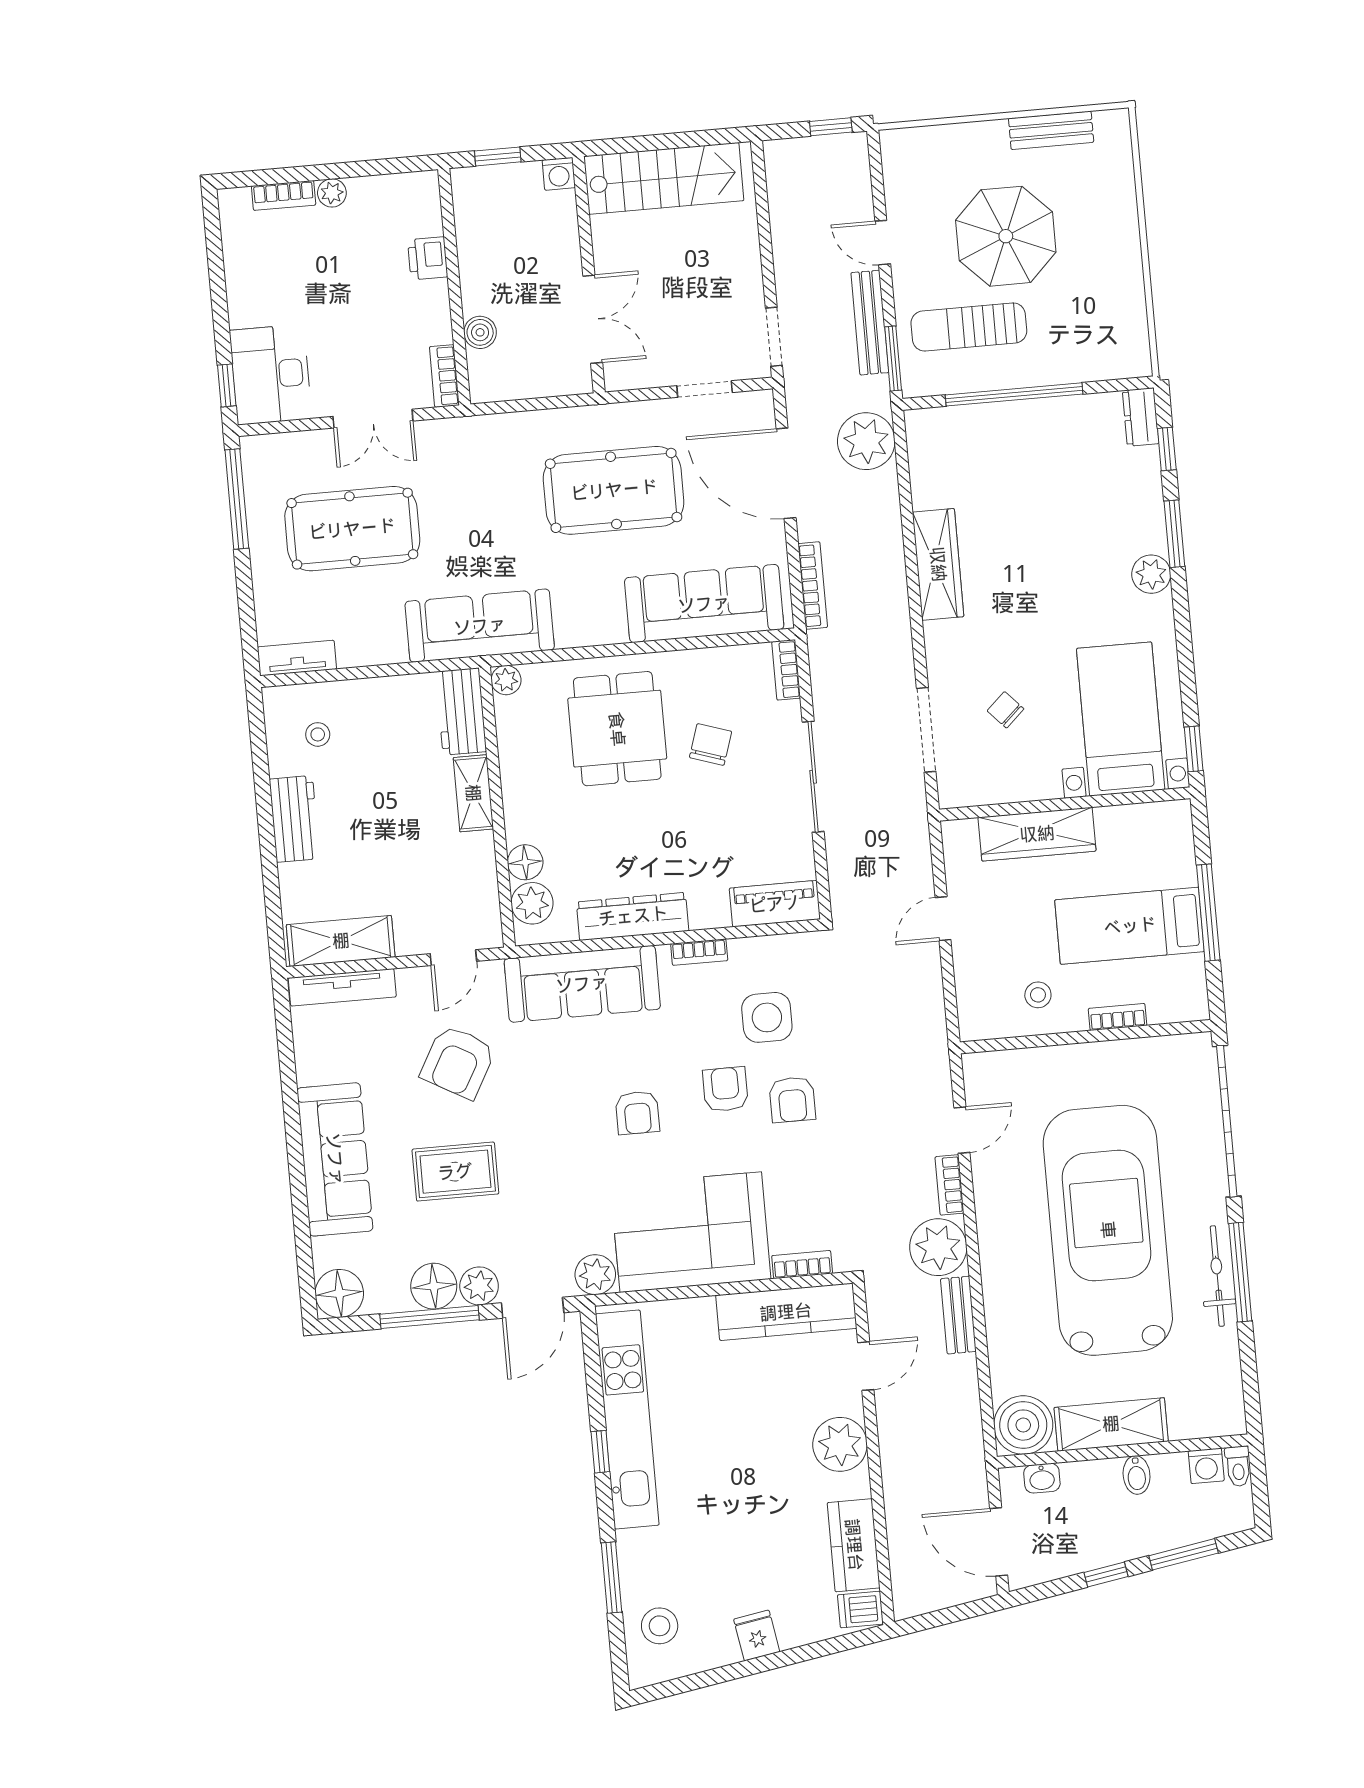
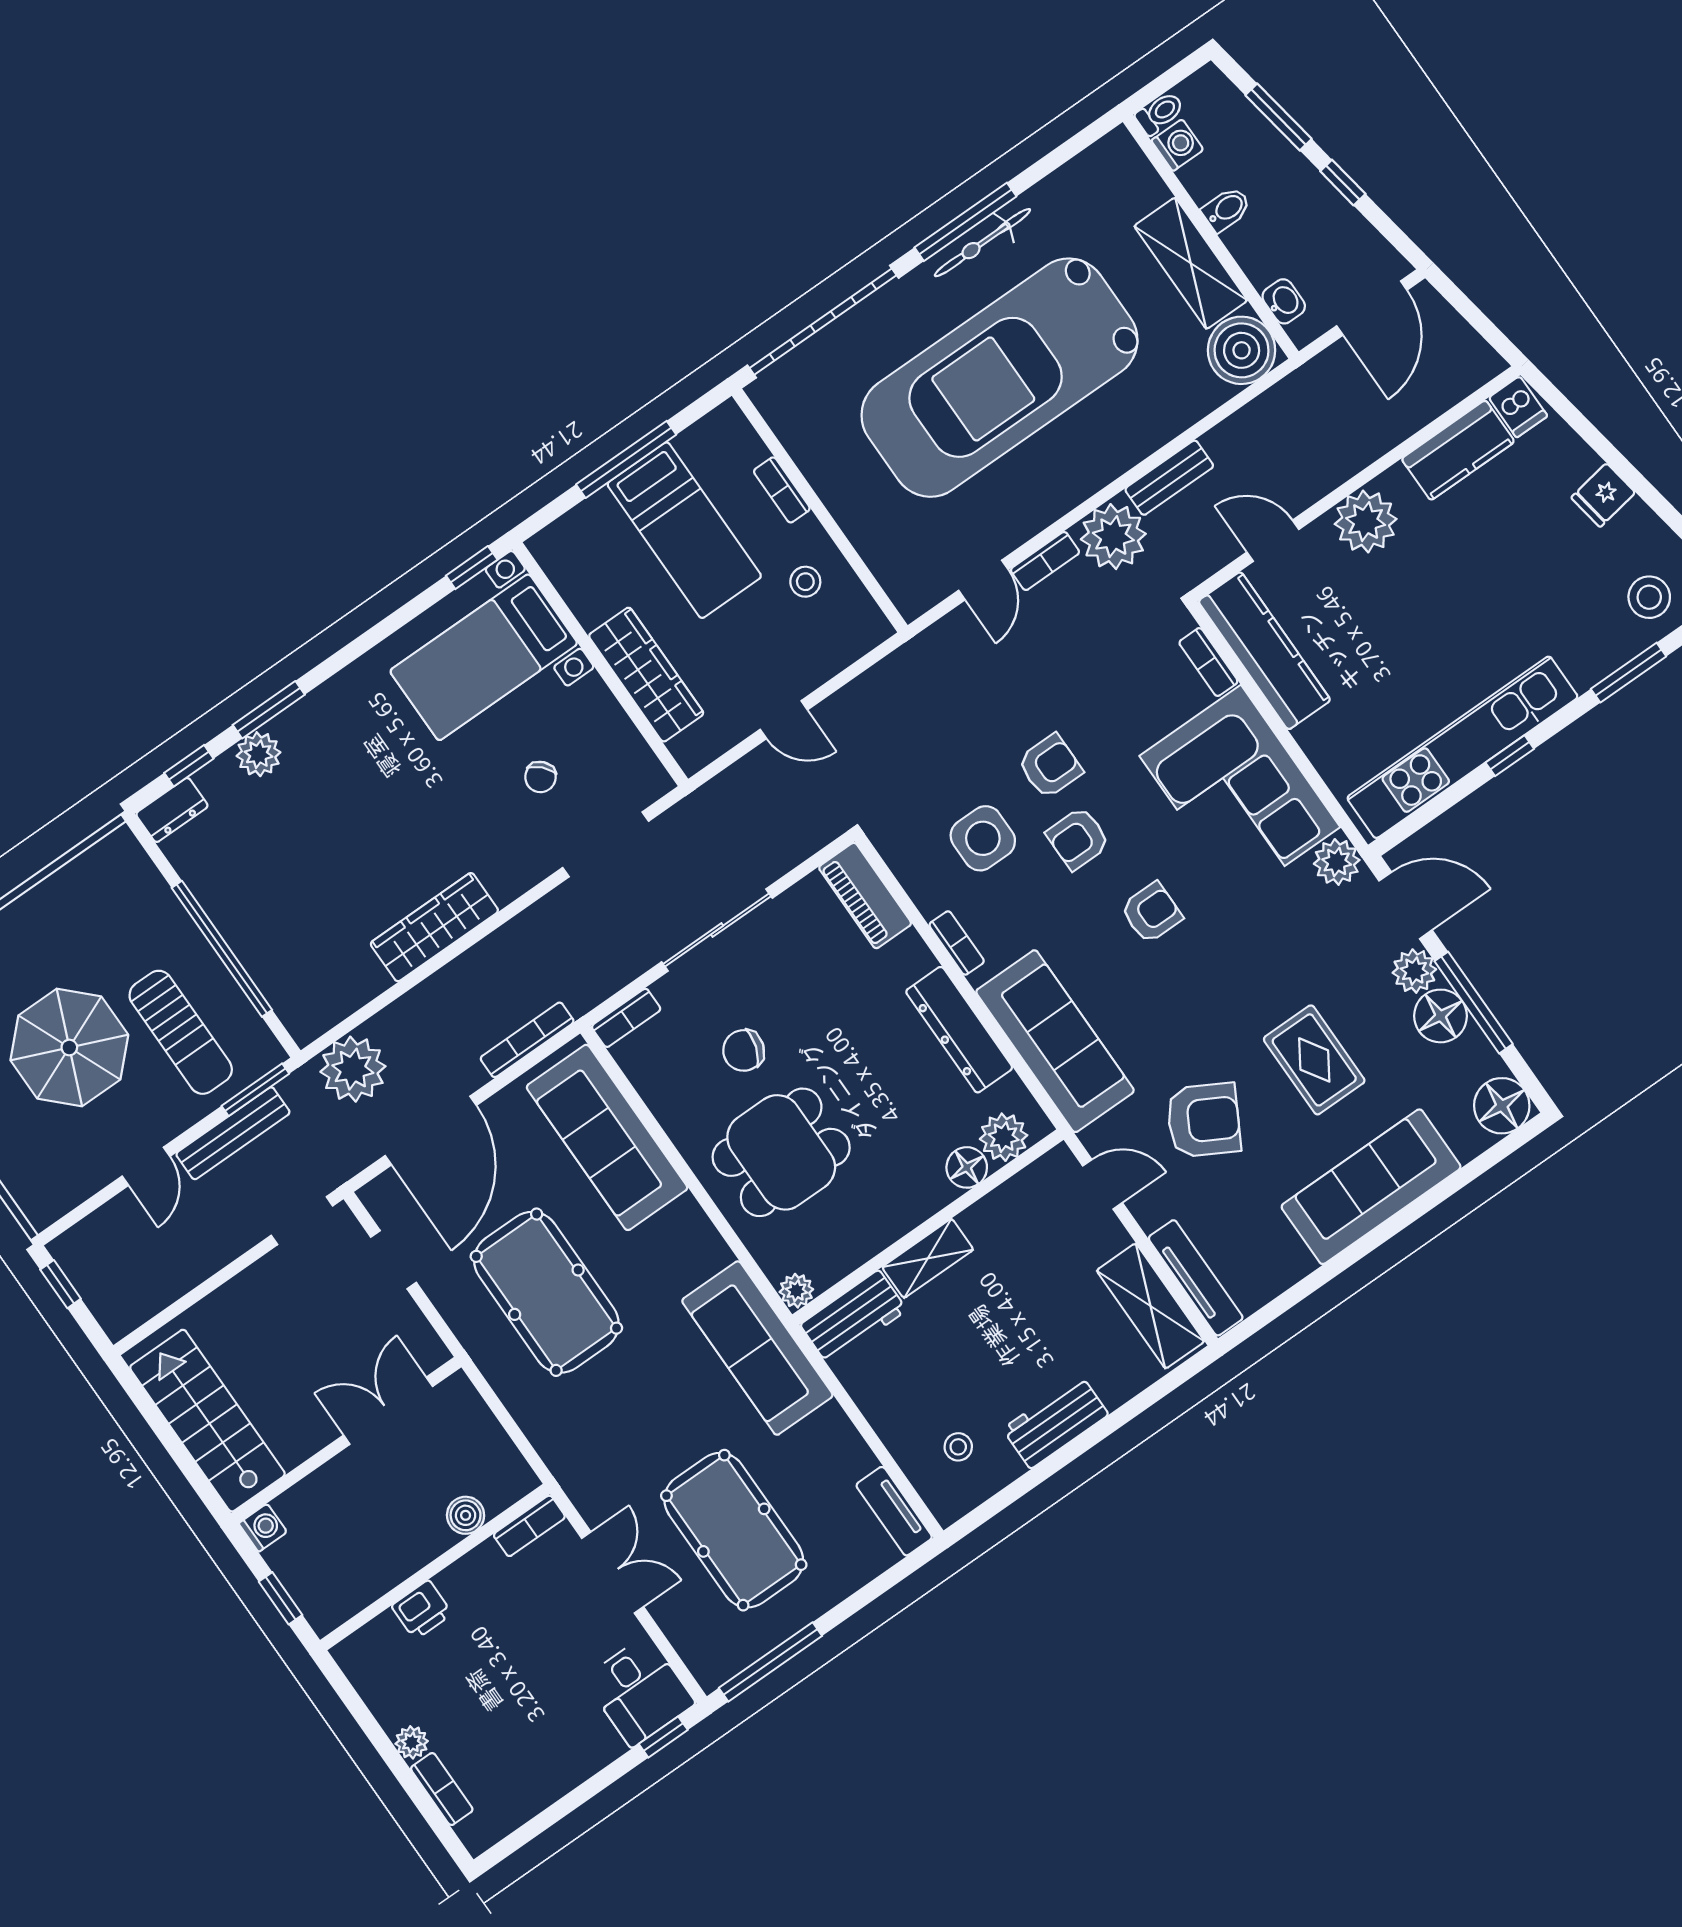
desk: (271, 374) -> (639, 1691), width x0.73
plant: (1151, 574) -> (259, 754), moved
door: (962, 1130) -> (983, 580), swing flipped

